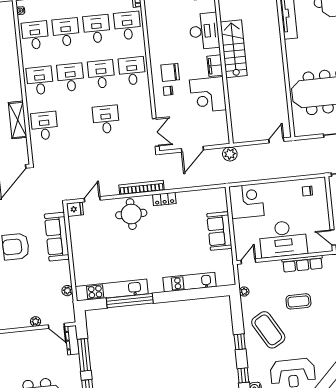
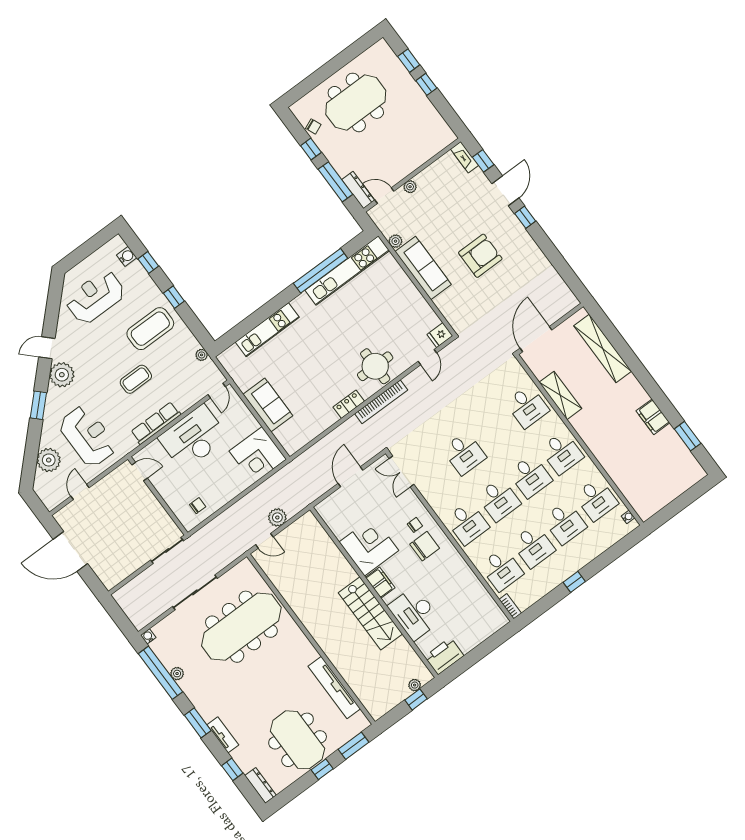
door: (276, 140) -> (264, 541), hinge flipped
plant: (230, 154) -> (277, 517), moved
sofa: (57, 237) -> (423, 268), moved
coffee table: (268, 330) -> (150, 329), turned -60

